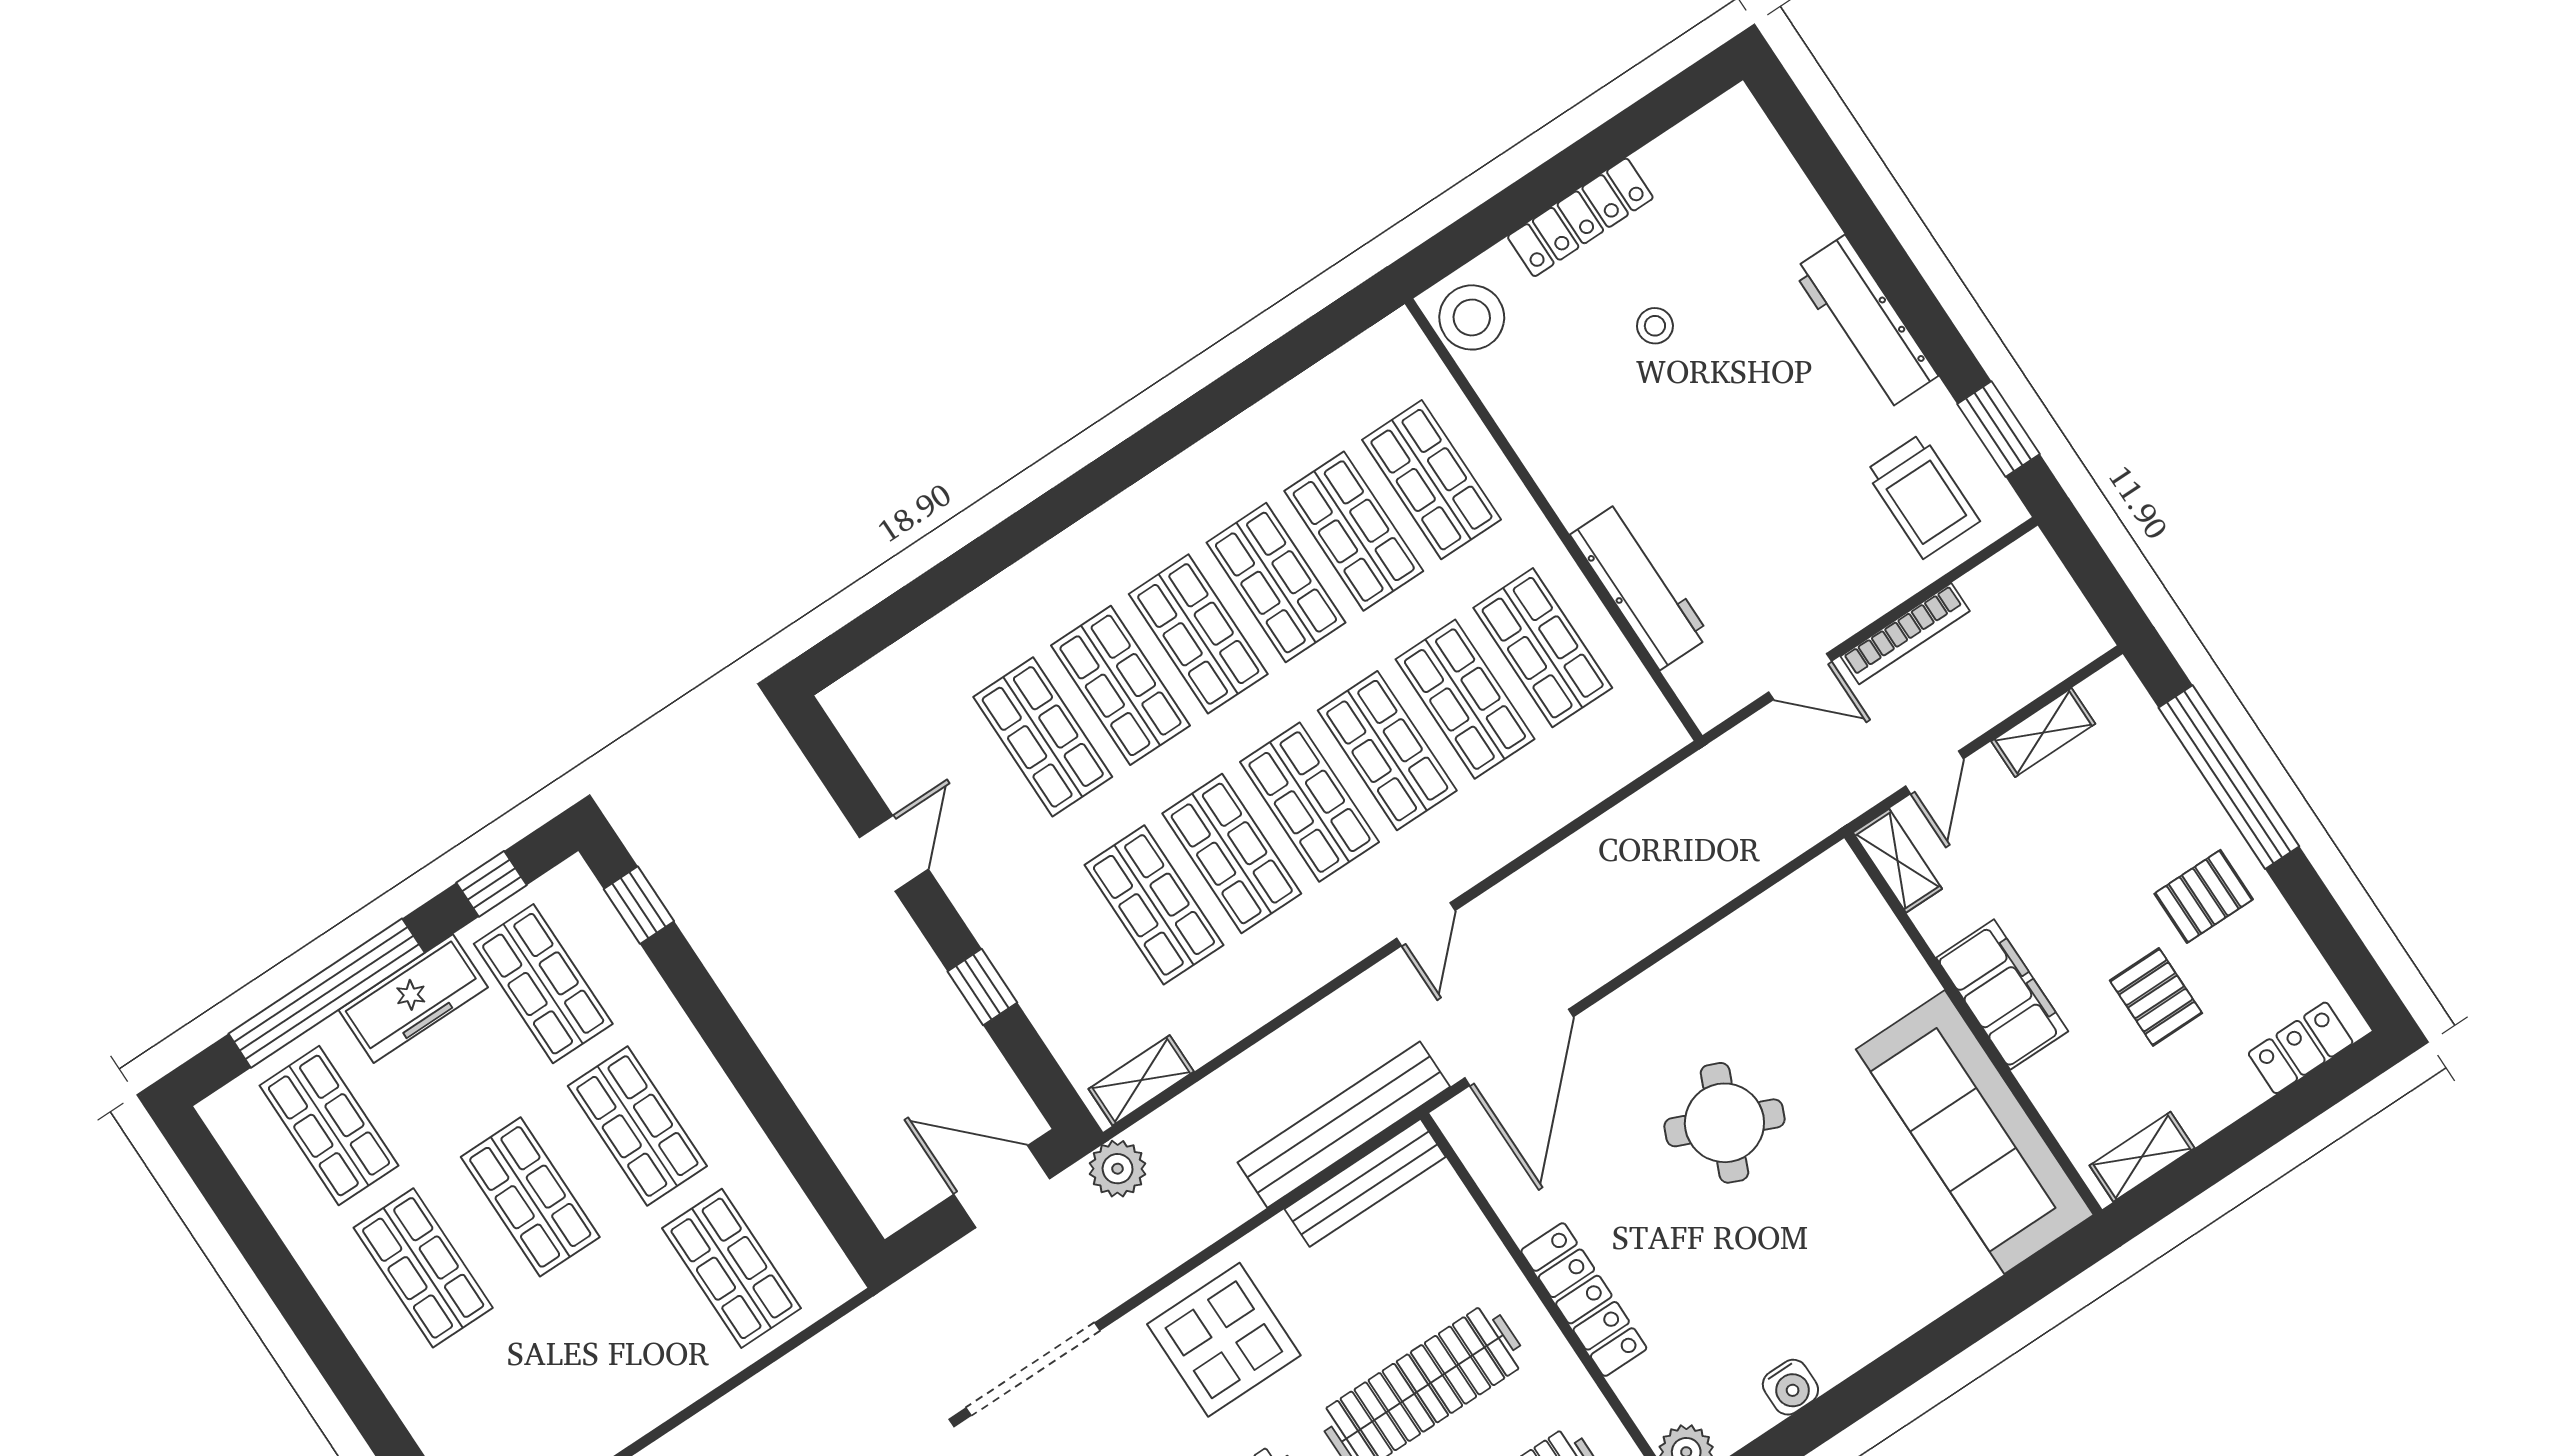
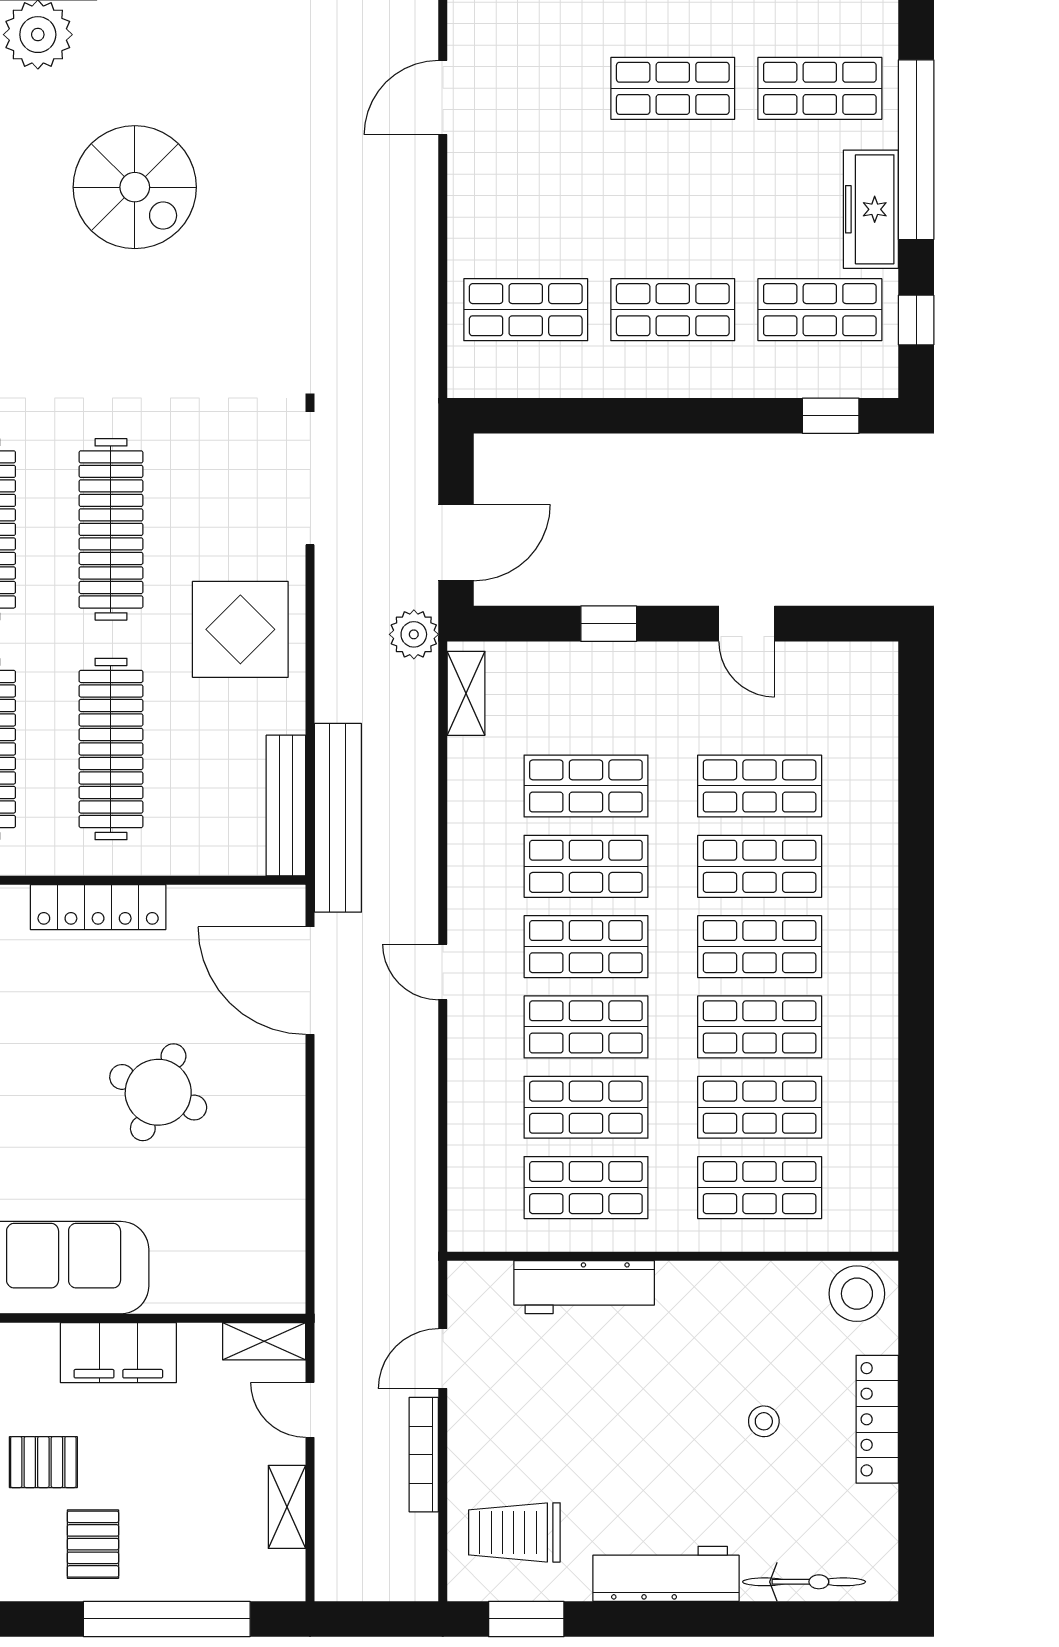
bicycle: (1785, 184) -> (804, 1582), added
shop shelf: (530, 1197) -> (673, 199), removed

